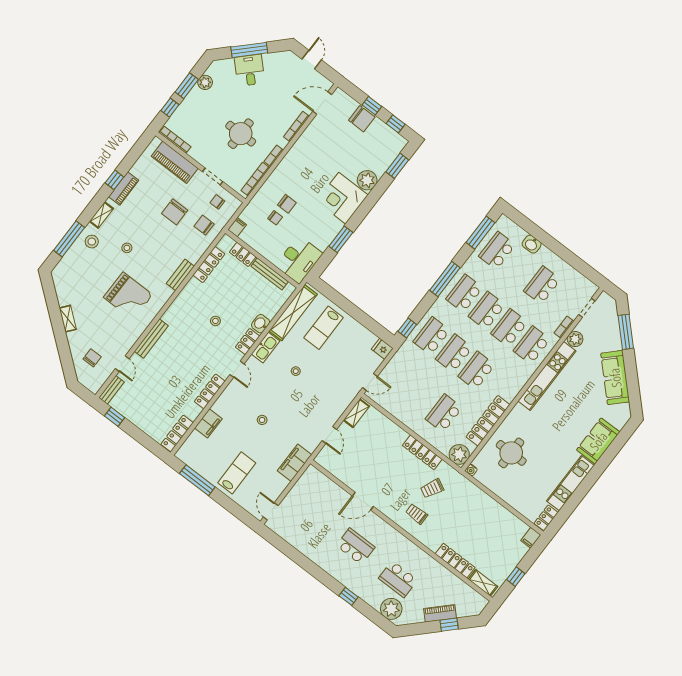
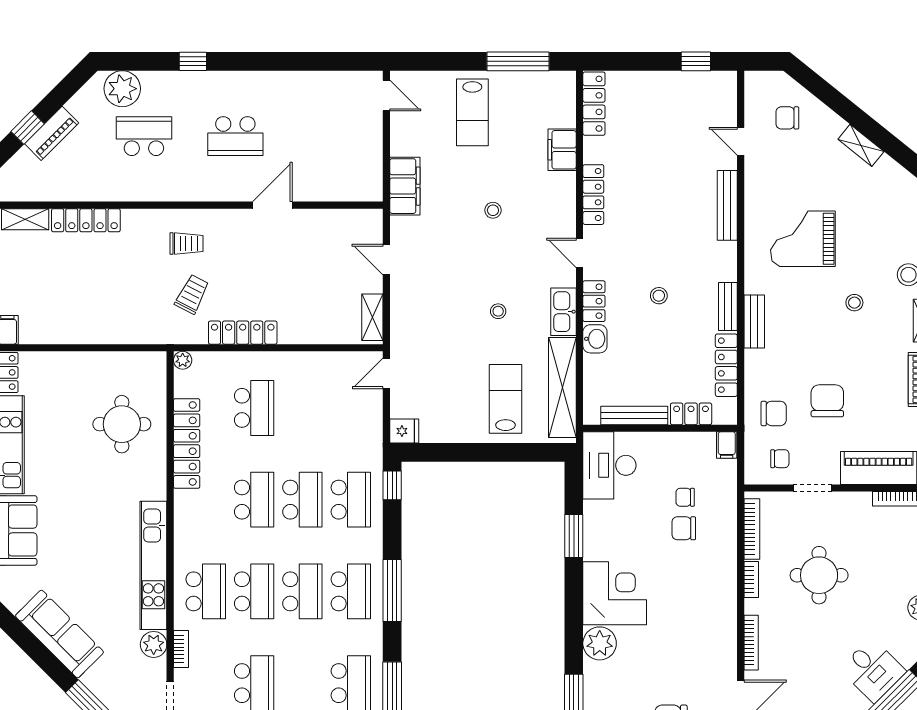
chair: (92, 358) -> (787, 118), turned 90
bench: (112, 390) -> (728, 307), moved
plant: (459, 454) -> (183, 360), width x0.53, depth x0.53
water cooler: (471, 470) -> (158, 359), removed

